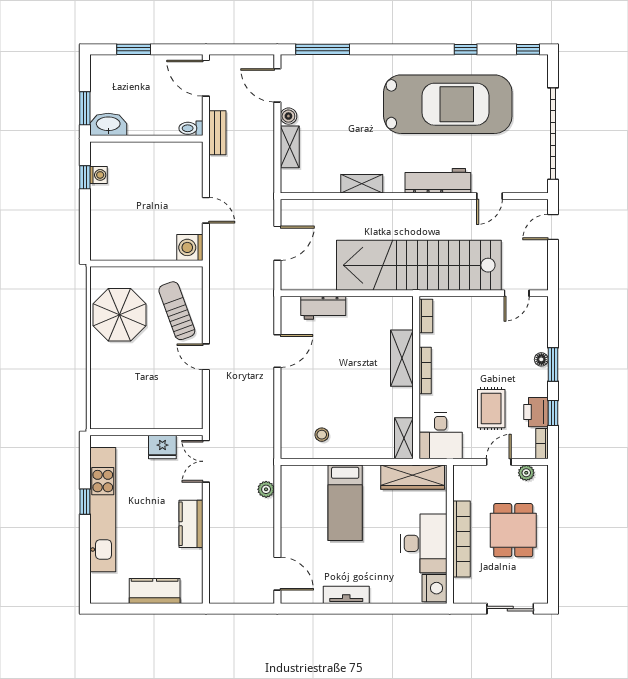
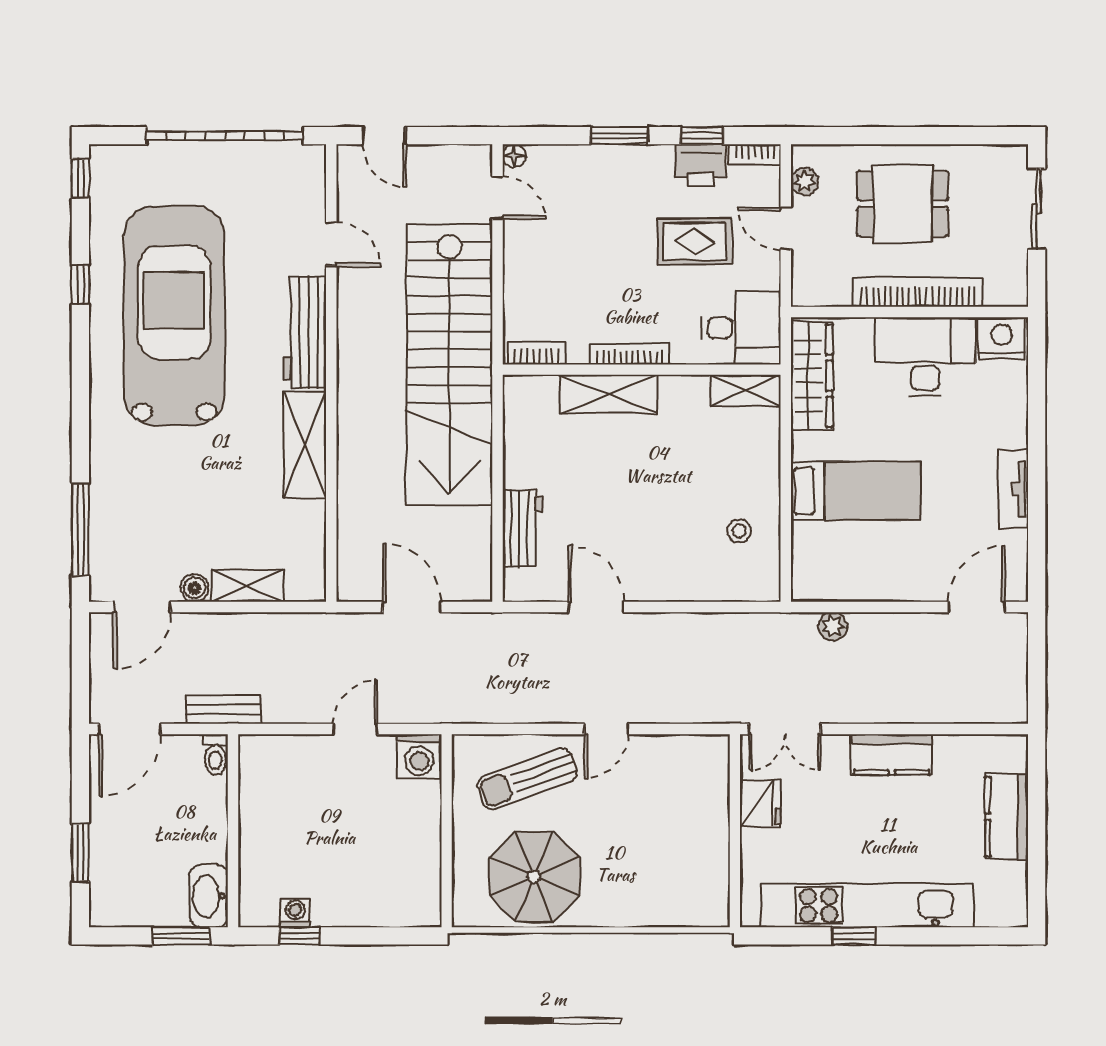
shelving: (362, 184) -> (305, 445), width x1.50, depth x1.33
floor lamp: (541, 359) -> (514, 156), moved

